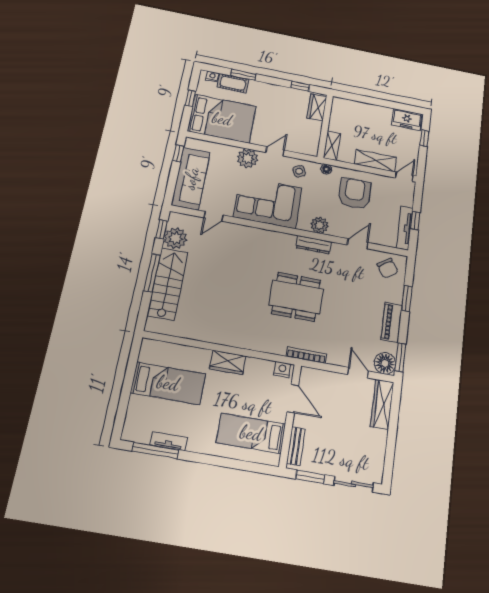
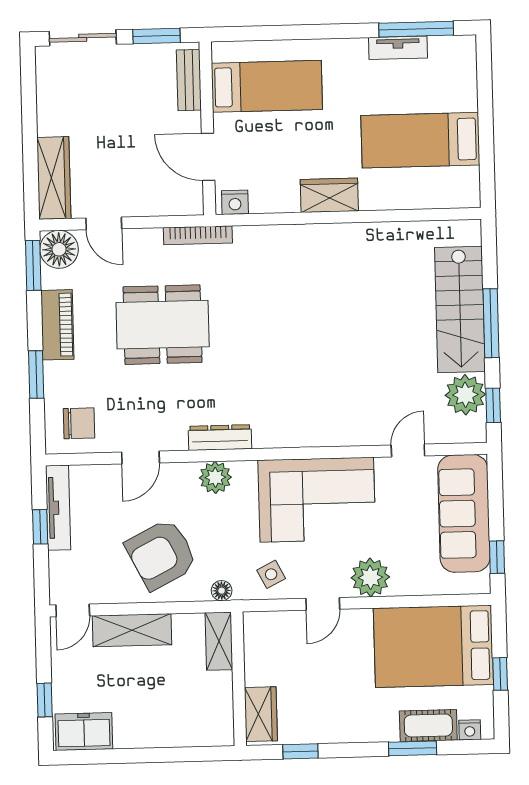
armchair: (355, 193) -> (161, 554), turned 63
chair: (388, 268) -> (79, 423), turned 124
dining table: (296, 297) -> (163, 325), moved

